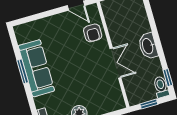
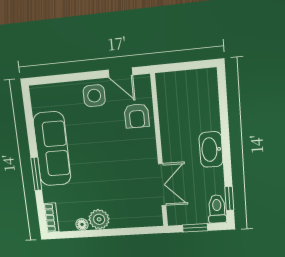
side table: (60, 25) -> (94, 96), added
double door: (115, 63) -> (162, 185), moved
window: (23, 71) -> (36, 174), moved

